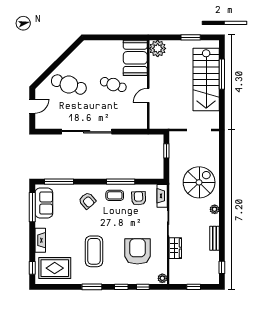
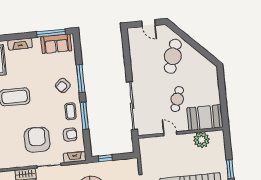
plant: (158, 48) -> (201, 140), moved
sliding door: (87, 132) -> (132, 106), moved
window: (166, 151) -> (105, 158), moved
window: (59, 182) -> (81, 78), moved
armchair: (137, 251) -> (37, 140), moved, turned -90

